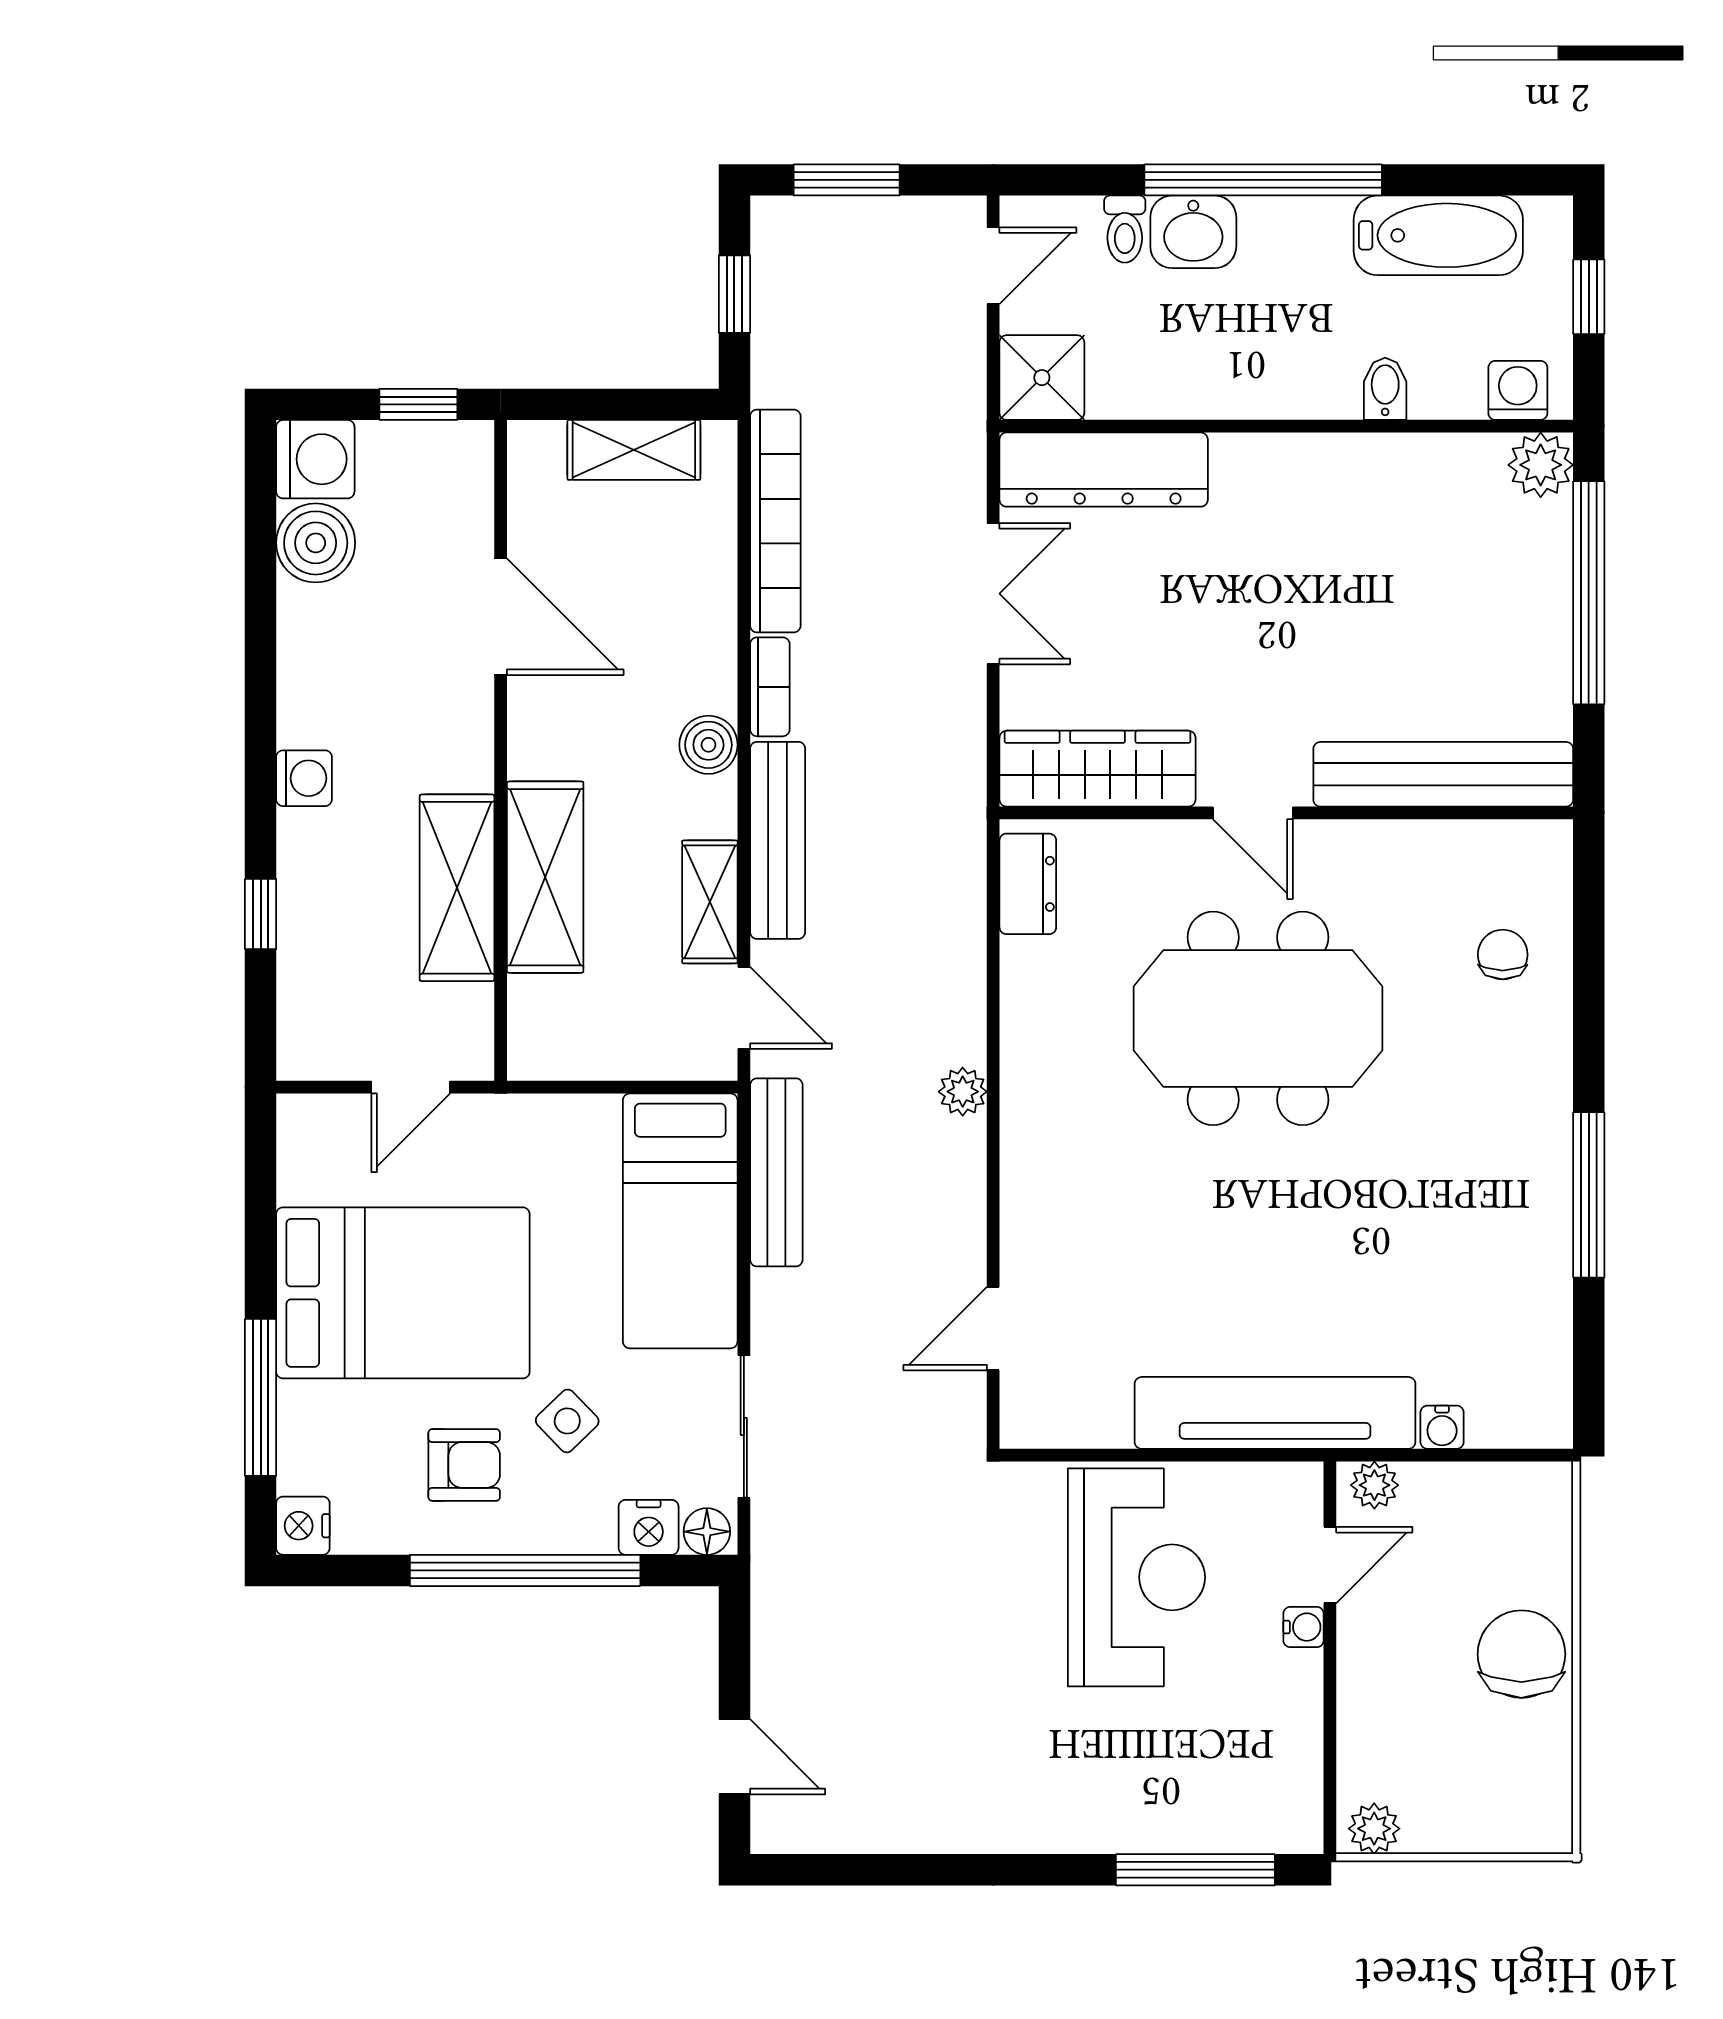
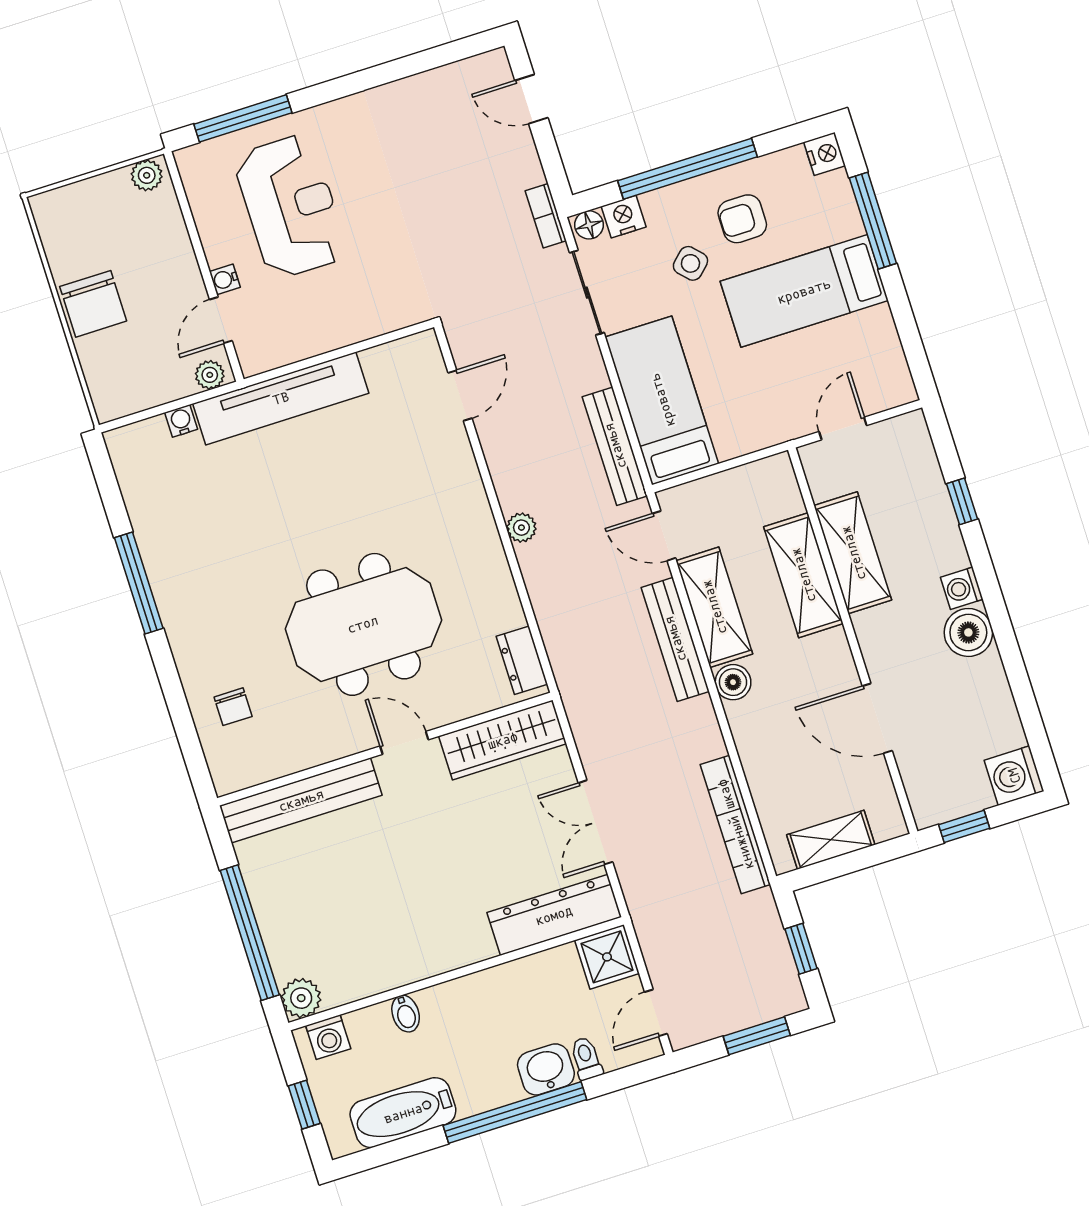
boiler: (316, 543) -> (968, 632), moved
bookcase: (770, 687) -> (546, 216), moved
shelving: (710, 902) -> (714, 607), width x1.50, depth x1.33
bed: (403, 1293) -> (804, 291), width x0.67
reception desk: (1136, 1577) -> (291, 206), moved, turned 180

